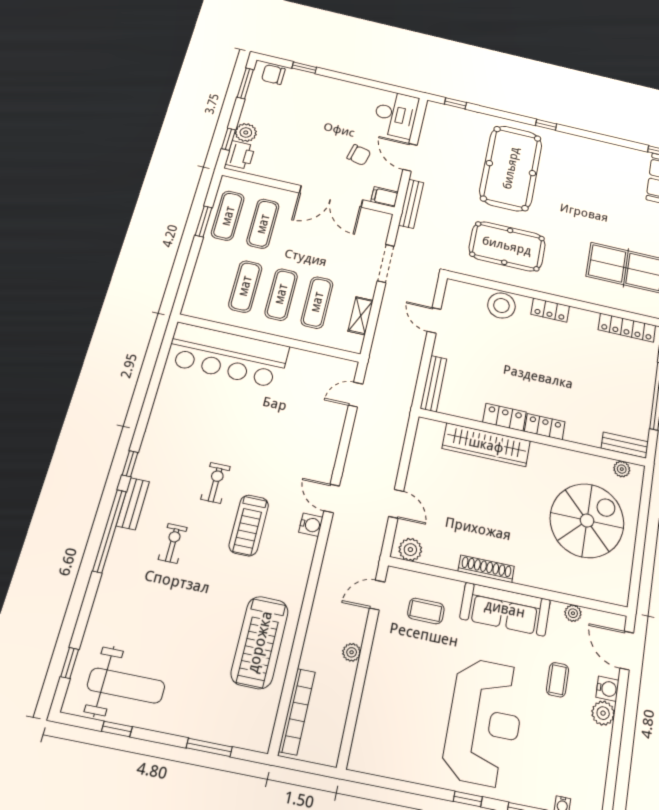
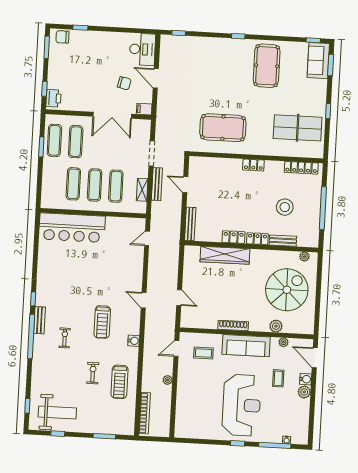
plant: (246, 133) -> (54, 82), removed
pool table: (511, 168) -> (267, 66), moved, width x0.73, depth x0.76
bench: (411, 204) -> (157, 184), moved
stool: (501, 306) -> (285, 207), moved
bench: (625, 445) -> (283, 241), moved
exercise bike: (216, 483) -> (93, 373), moved
water cooler: (311, 525) -> (134, 341), moved
plant: (410, 550) -> (276, 326), moved
treadmill: (260, 642) -> (120, 382), width x0.73, depth x0.73

